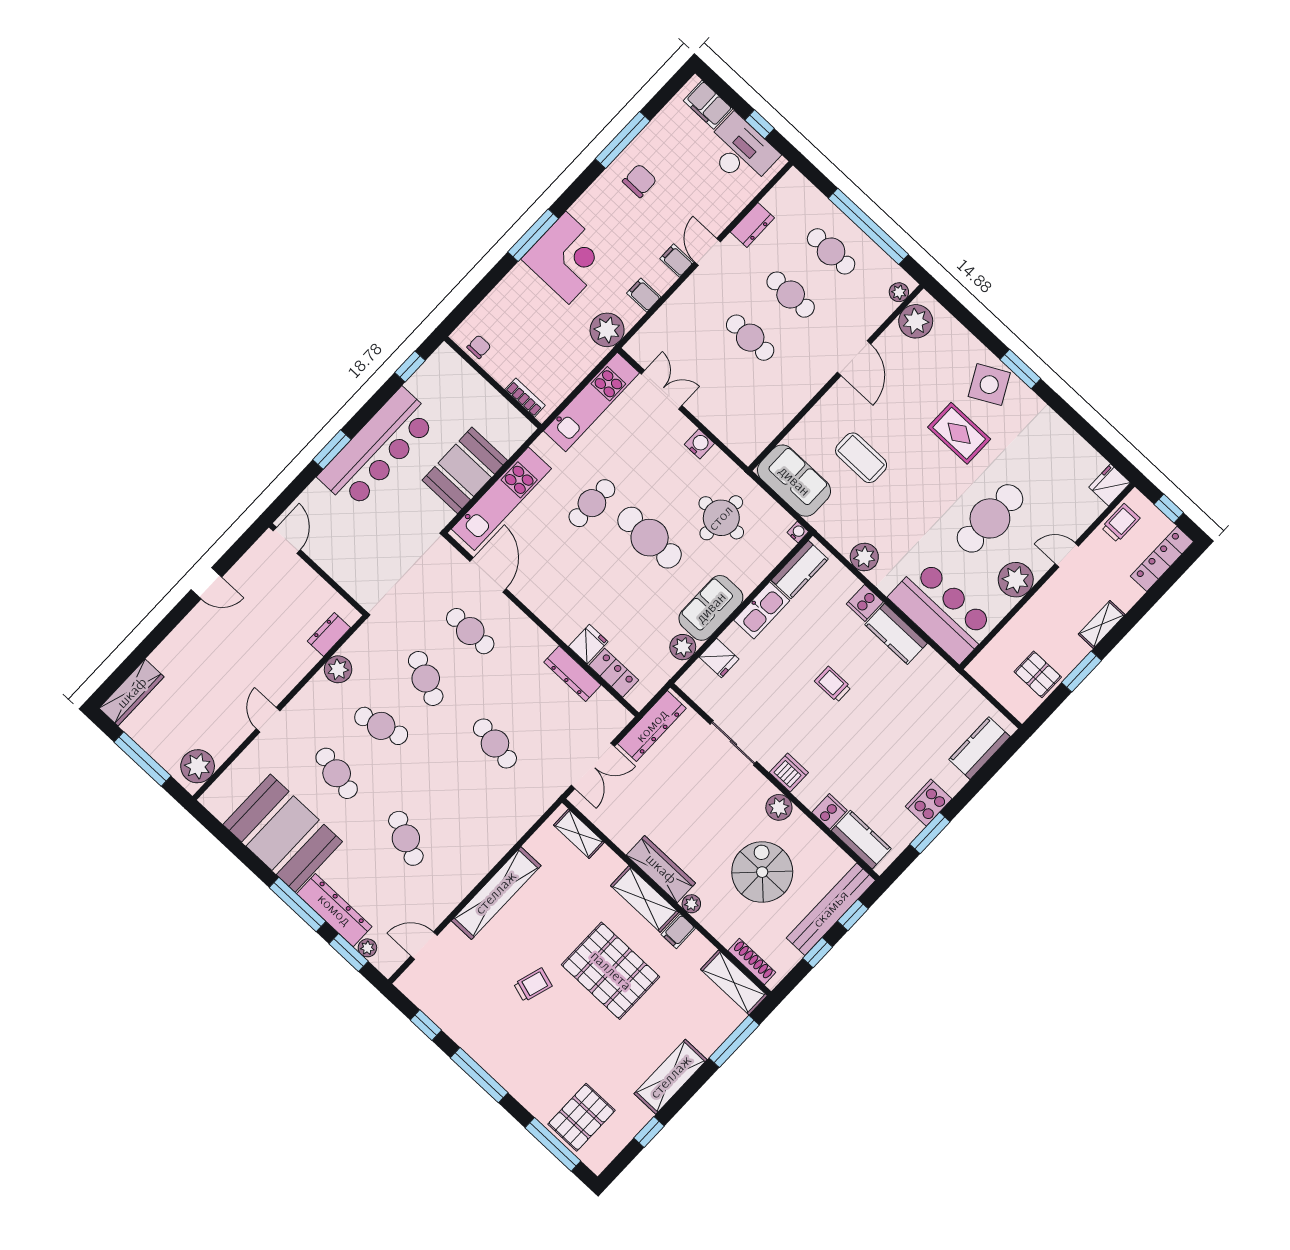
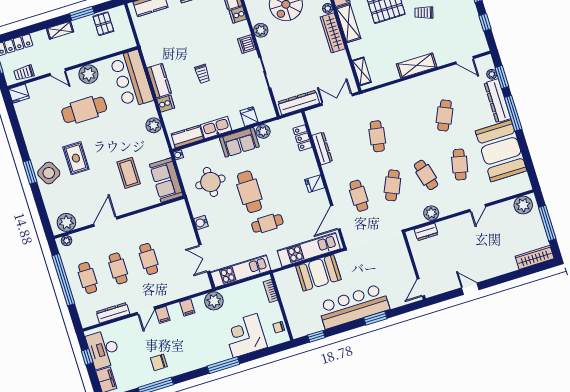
dresser: (752, 225) -> (113, 313), width x1.44
corner desk: (567, 258) -> (245, 336), moved
fridge: (588, 644) -> (315, 184), moved
shelving: (496, 893) -> (417, 66), width x0.68

